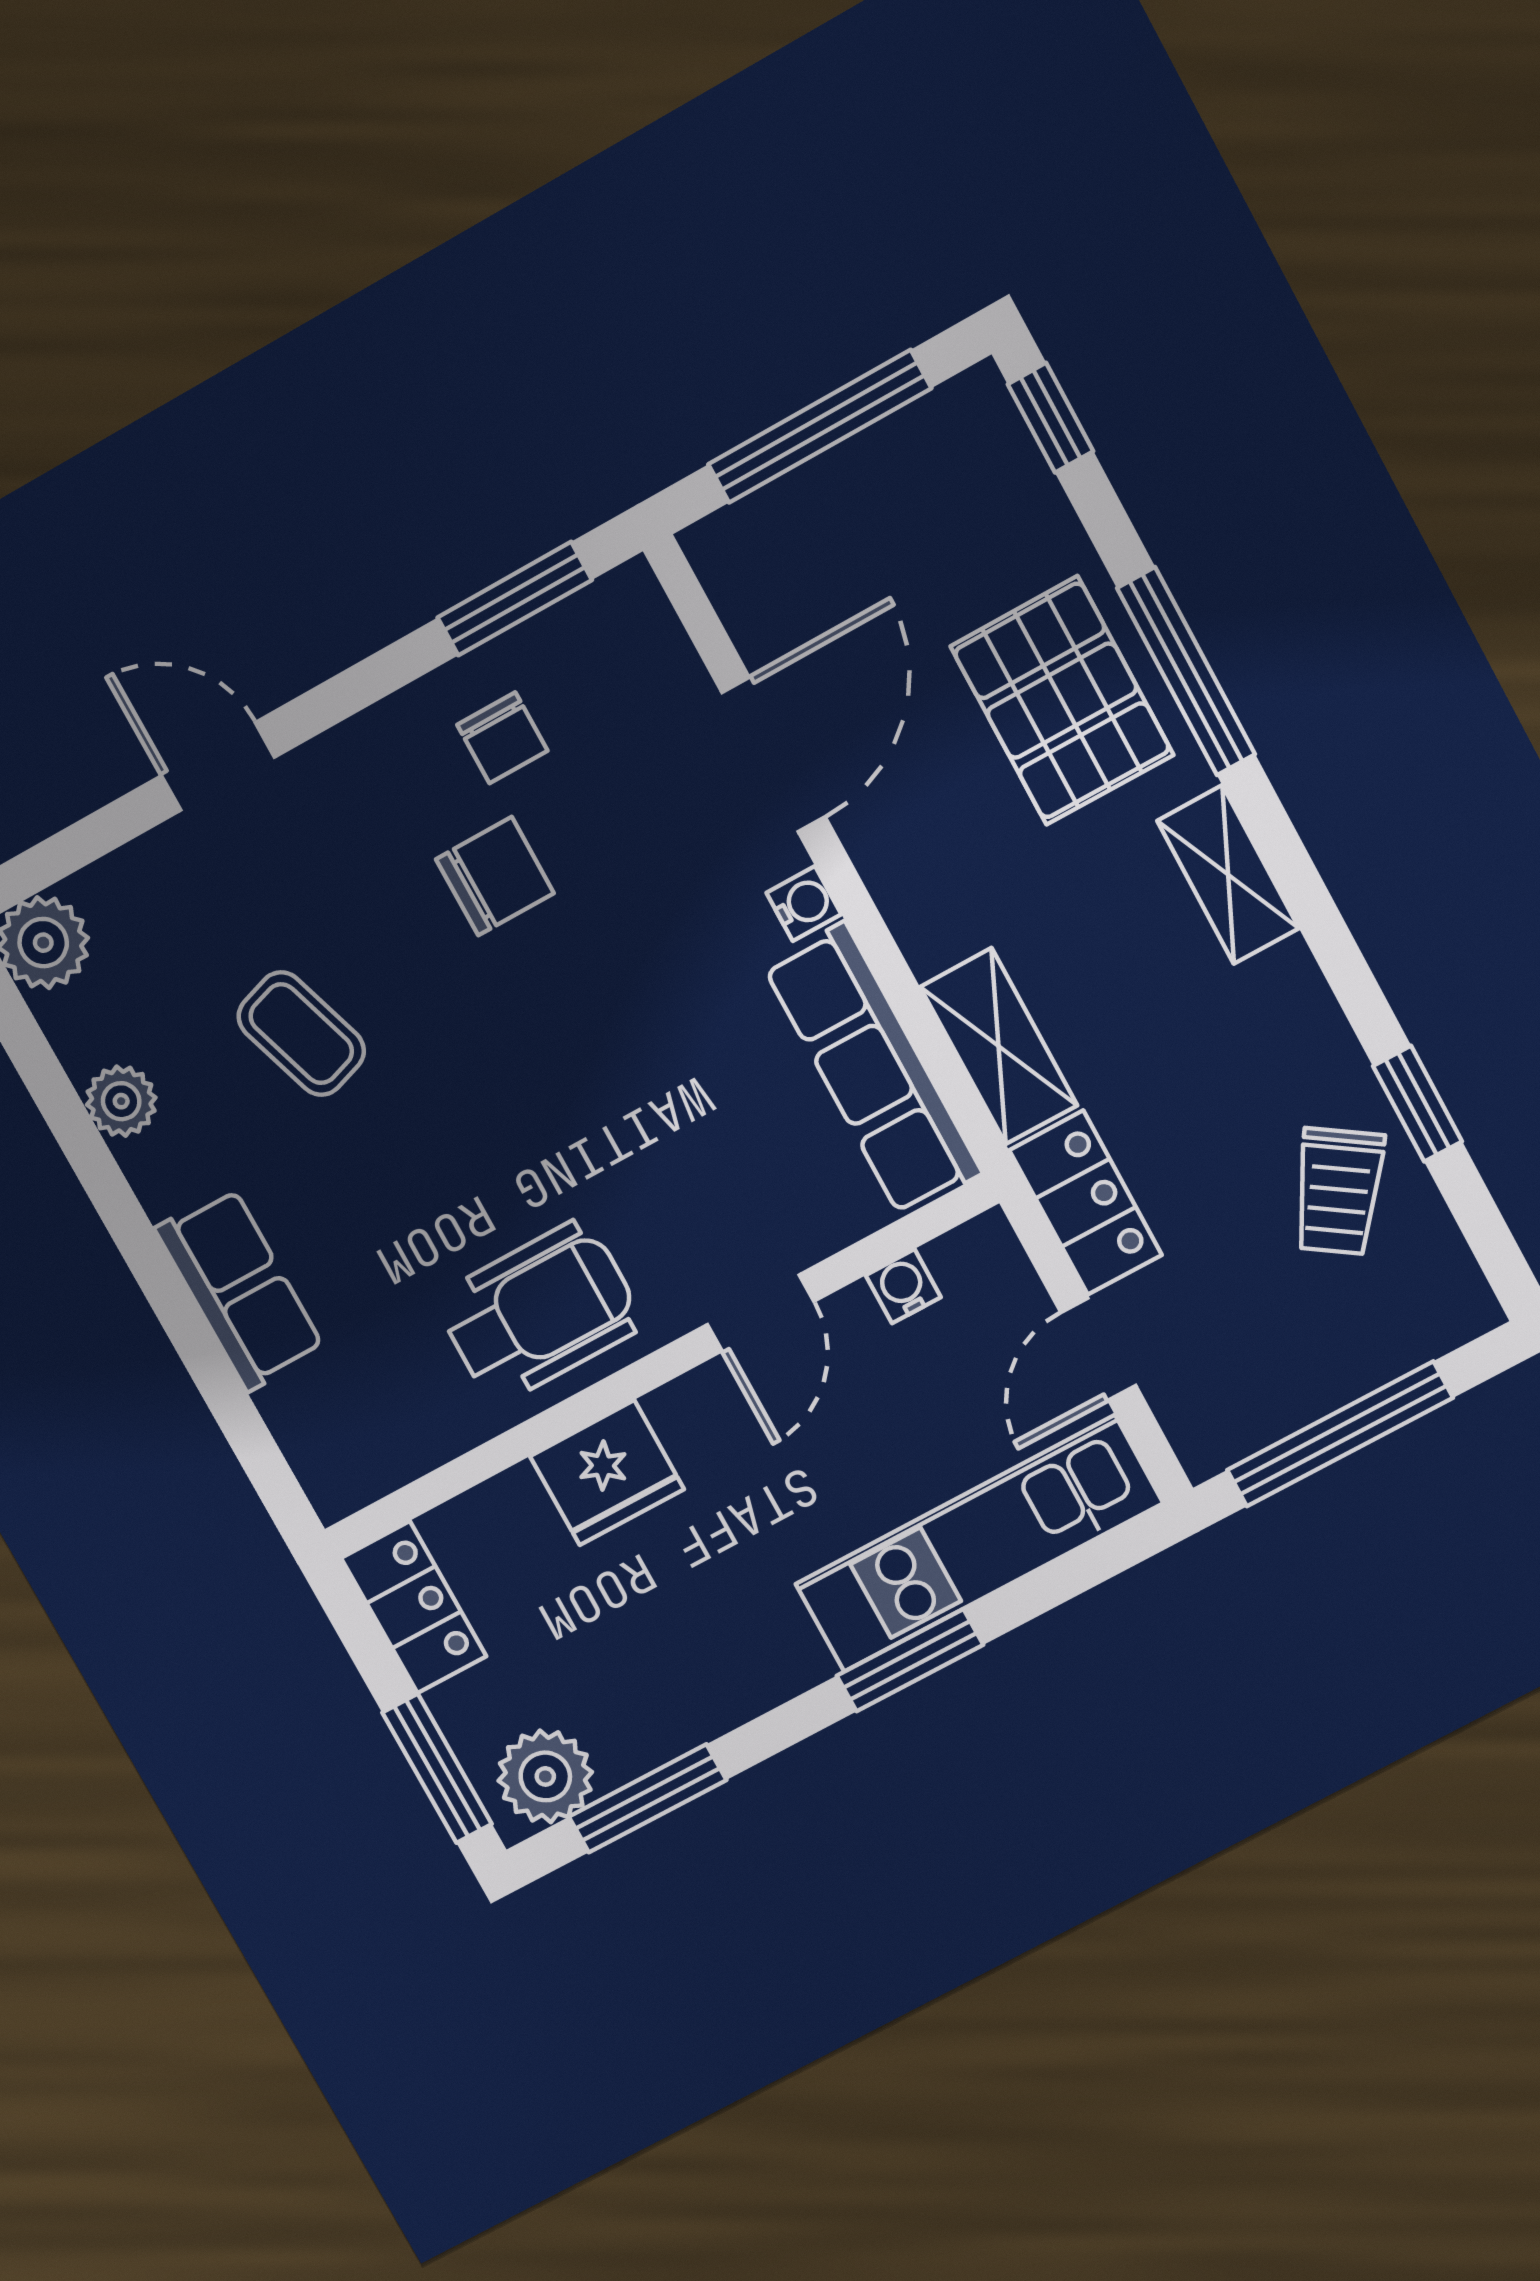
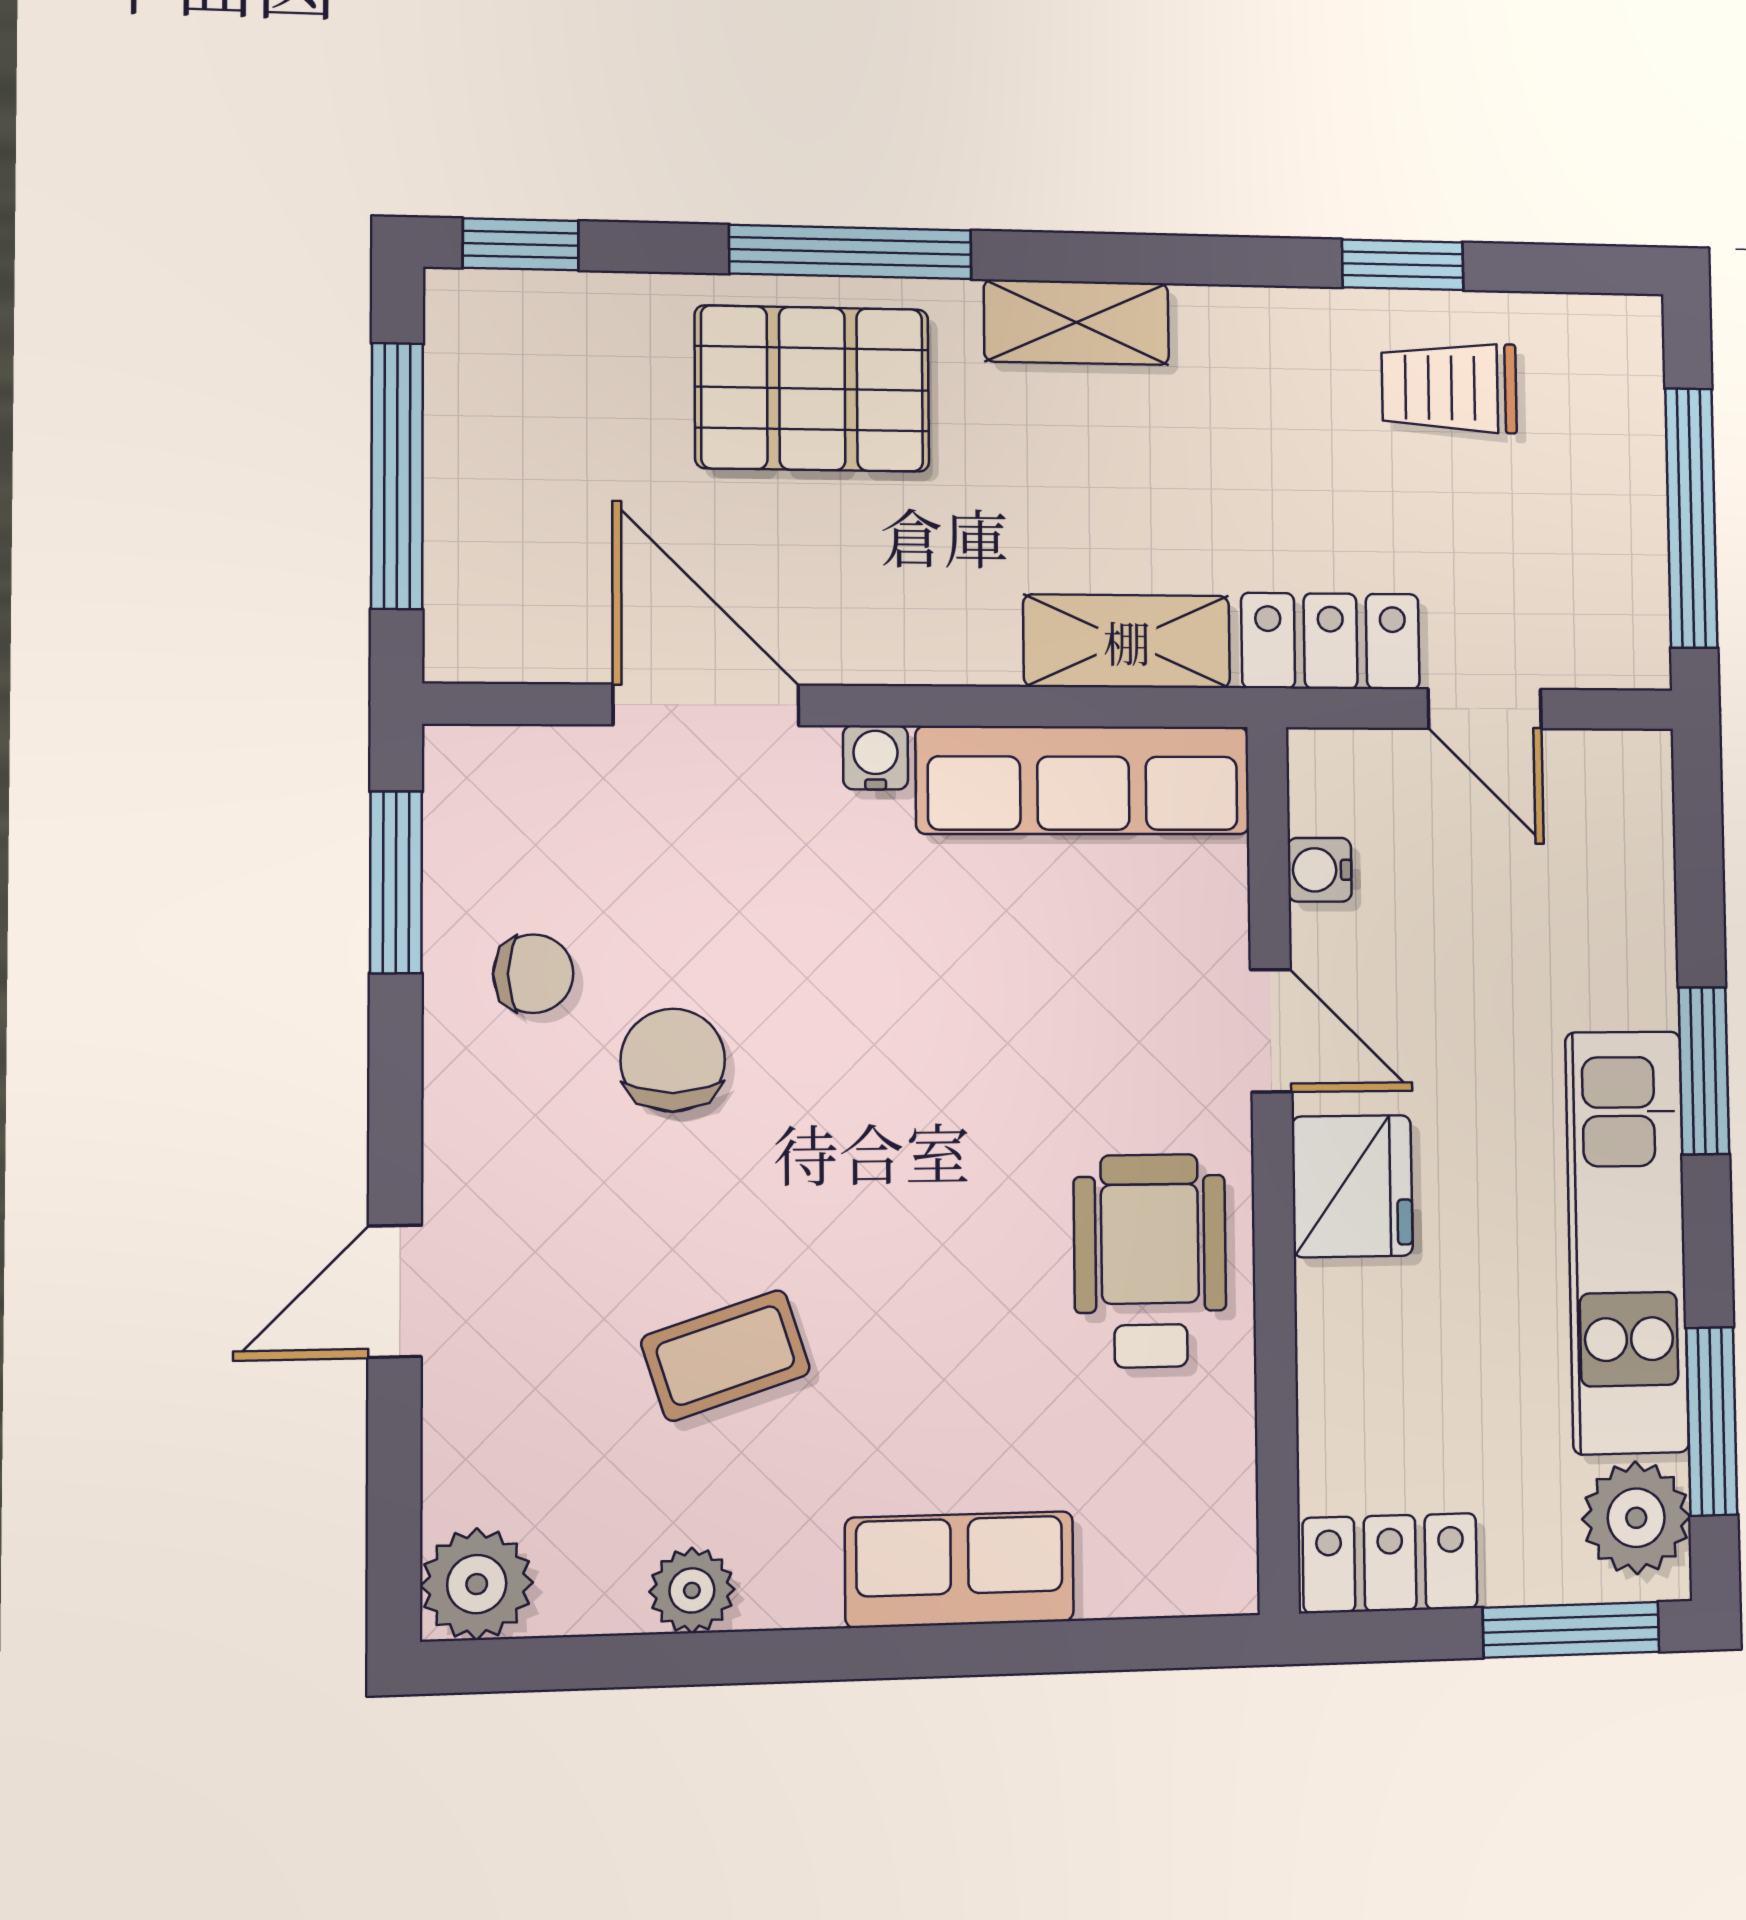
trolley: (1338, 1191) -> (1449, 388), turned 146
fridge: (607, 1473) -> (1352, 1186), moved
kitchen unit: (979, 1544) -> (1627, 1242), moved

